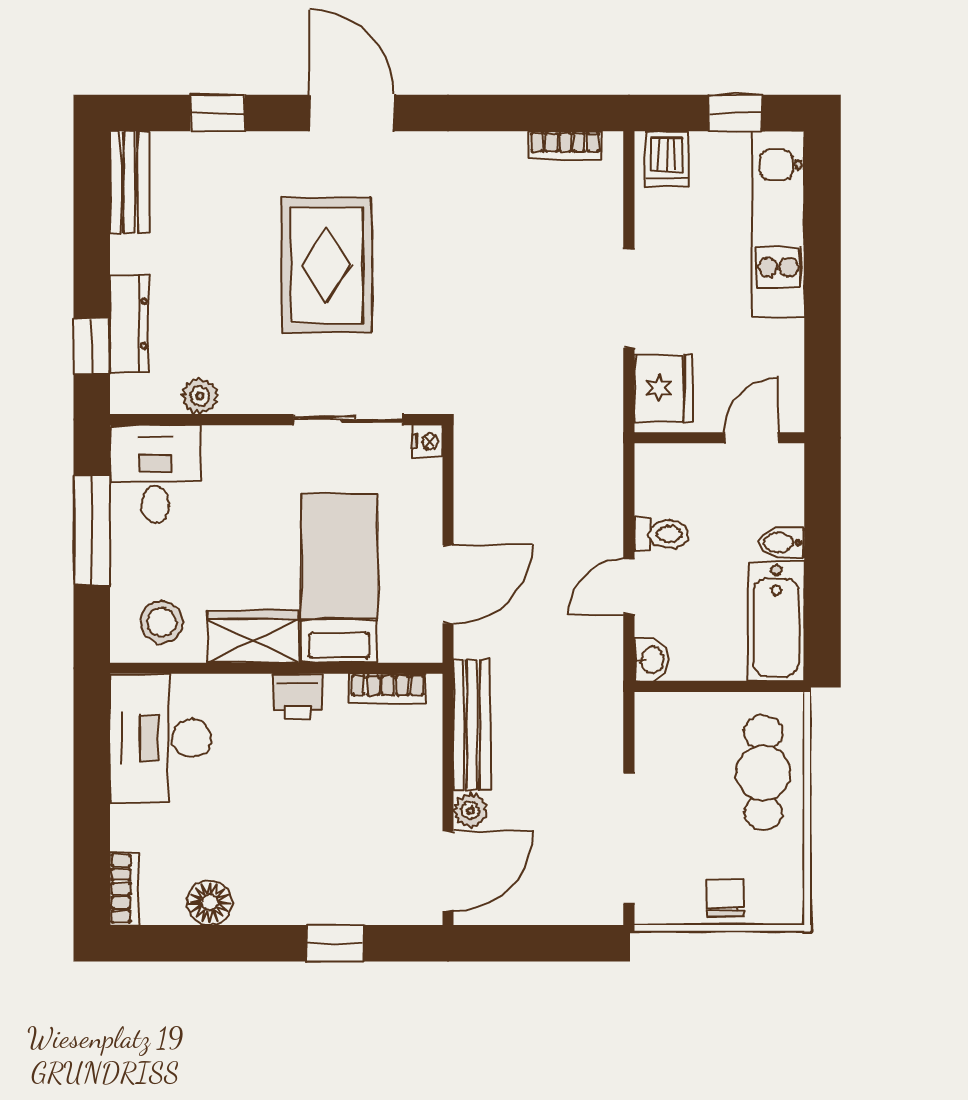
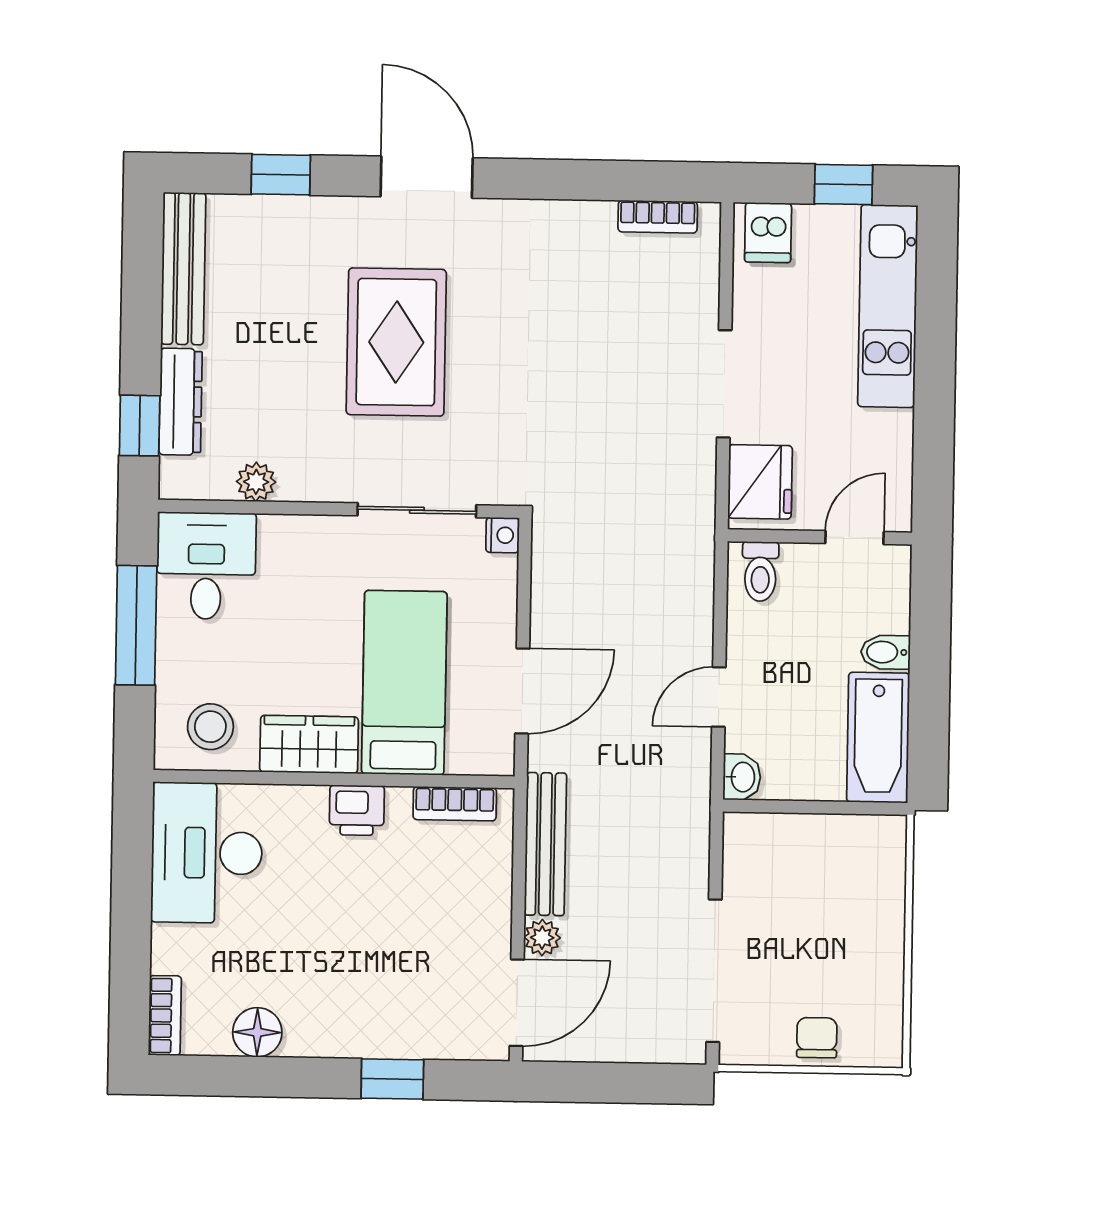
bench: (129, 182) -> (183, 269), width x1.36
toilet: (662, 534) -> (760, 572), moved, turned 90
cafe table: (763, 773) -> (861, 902), removed

